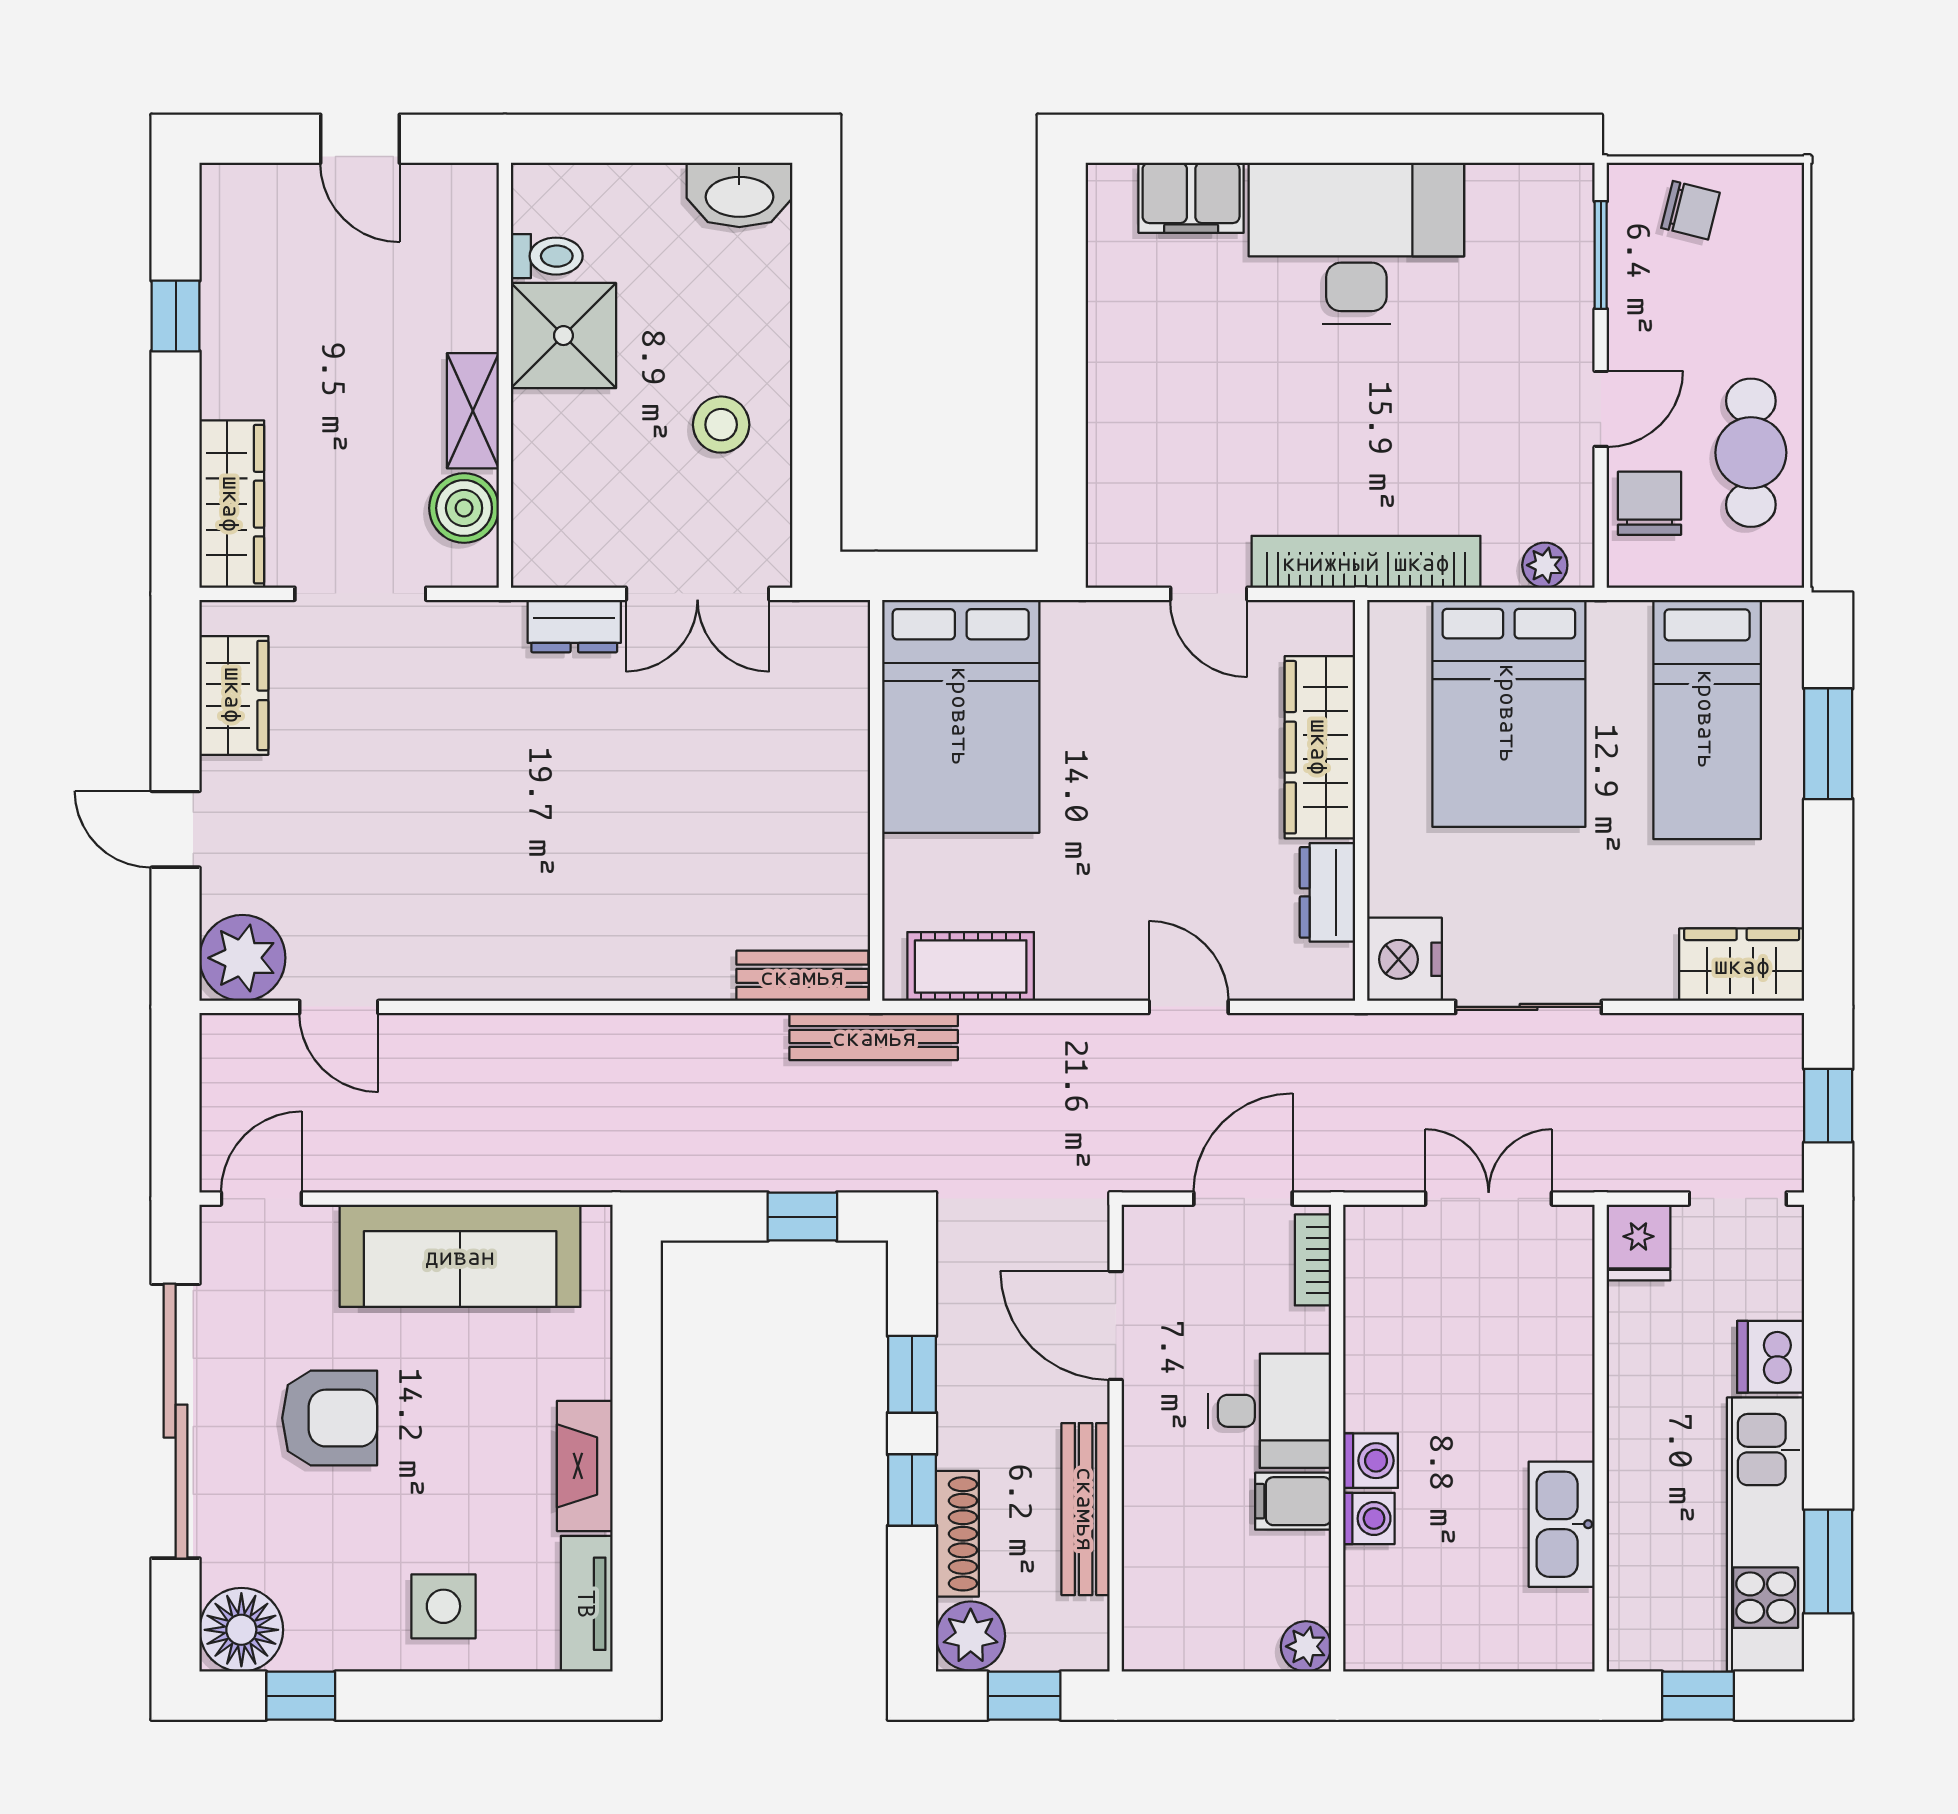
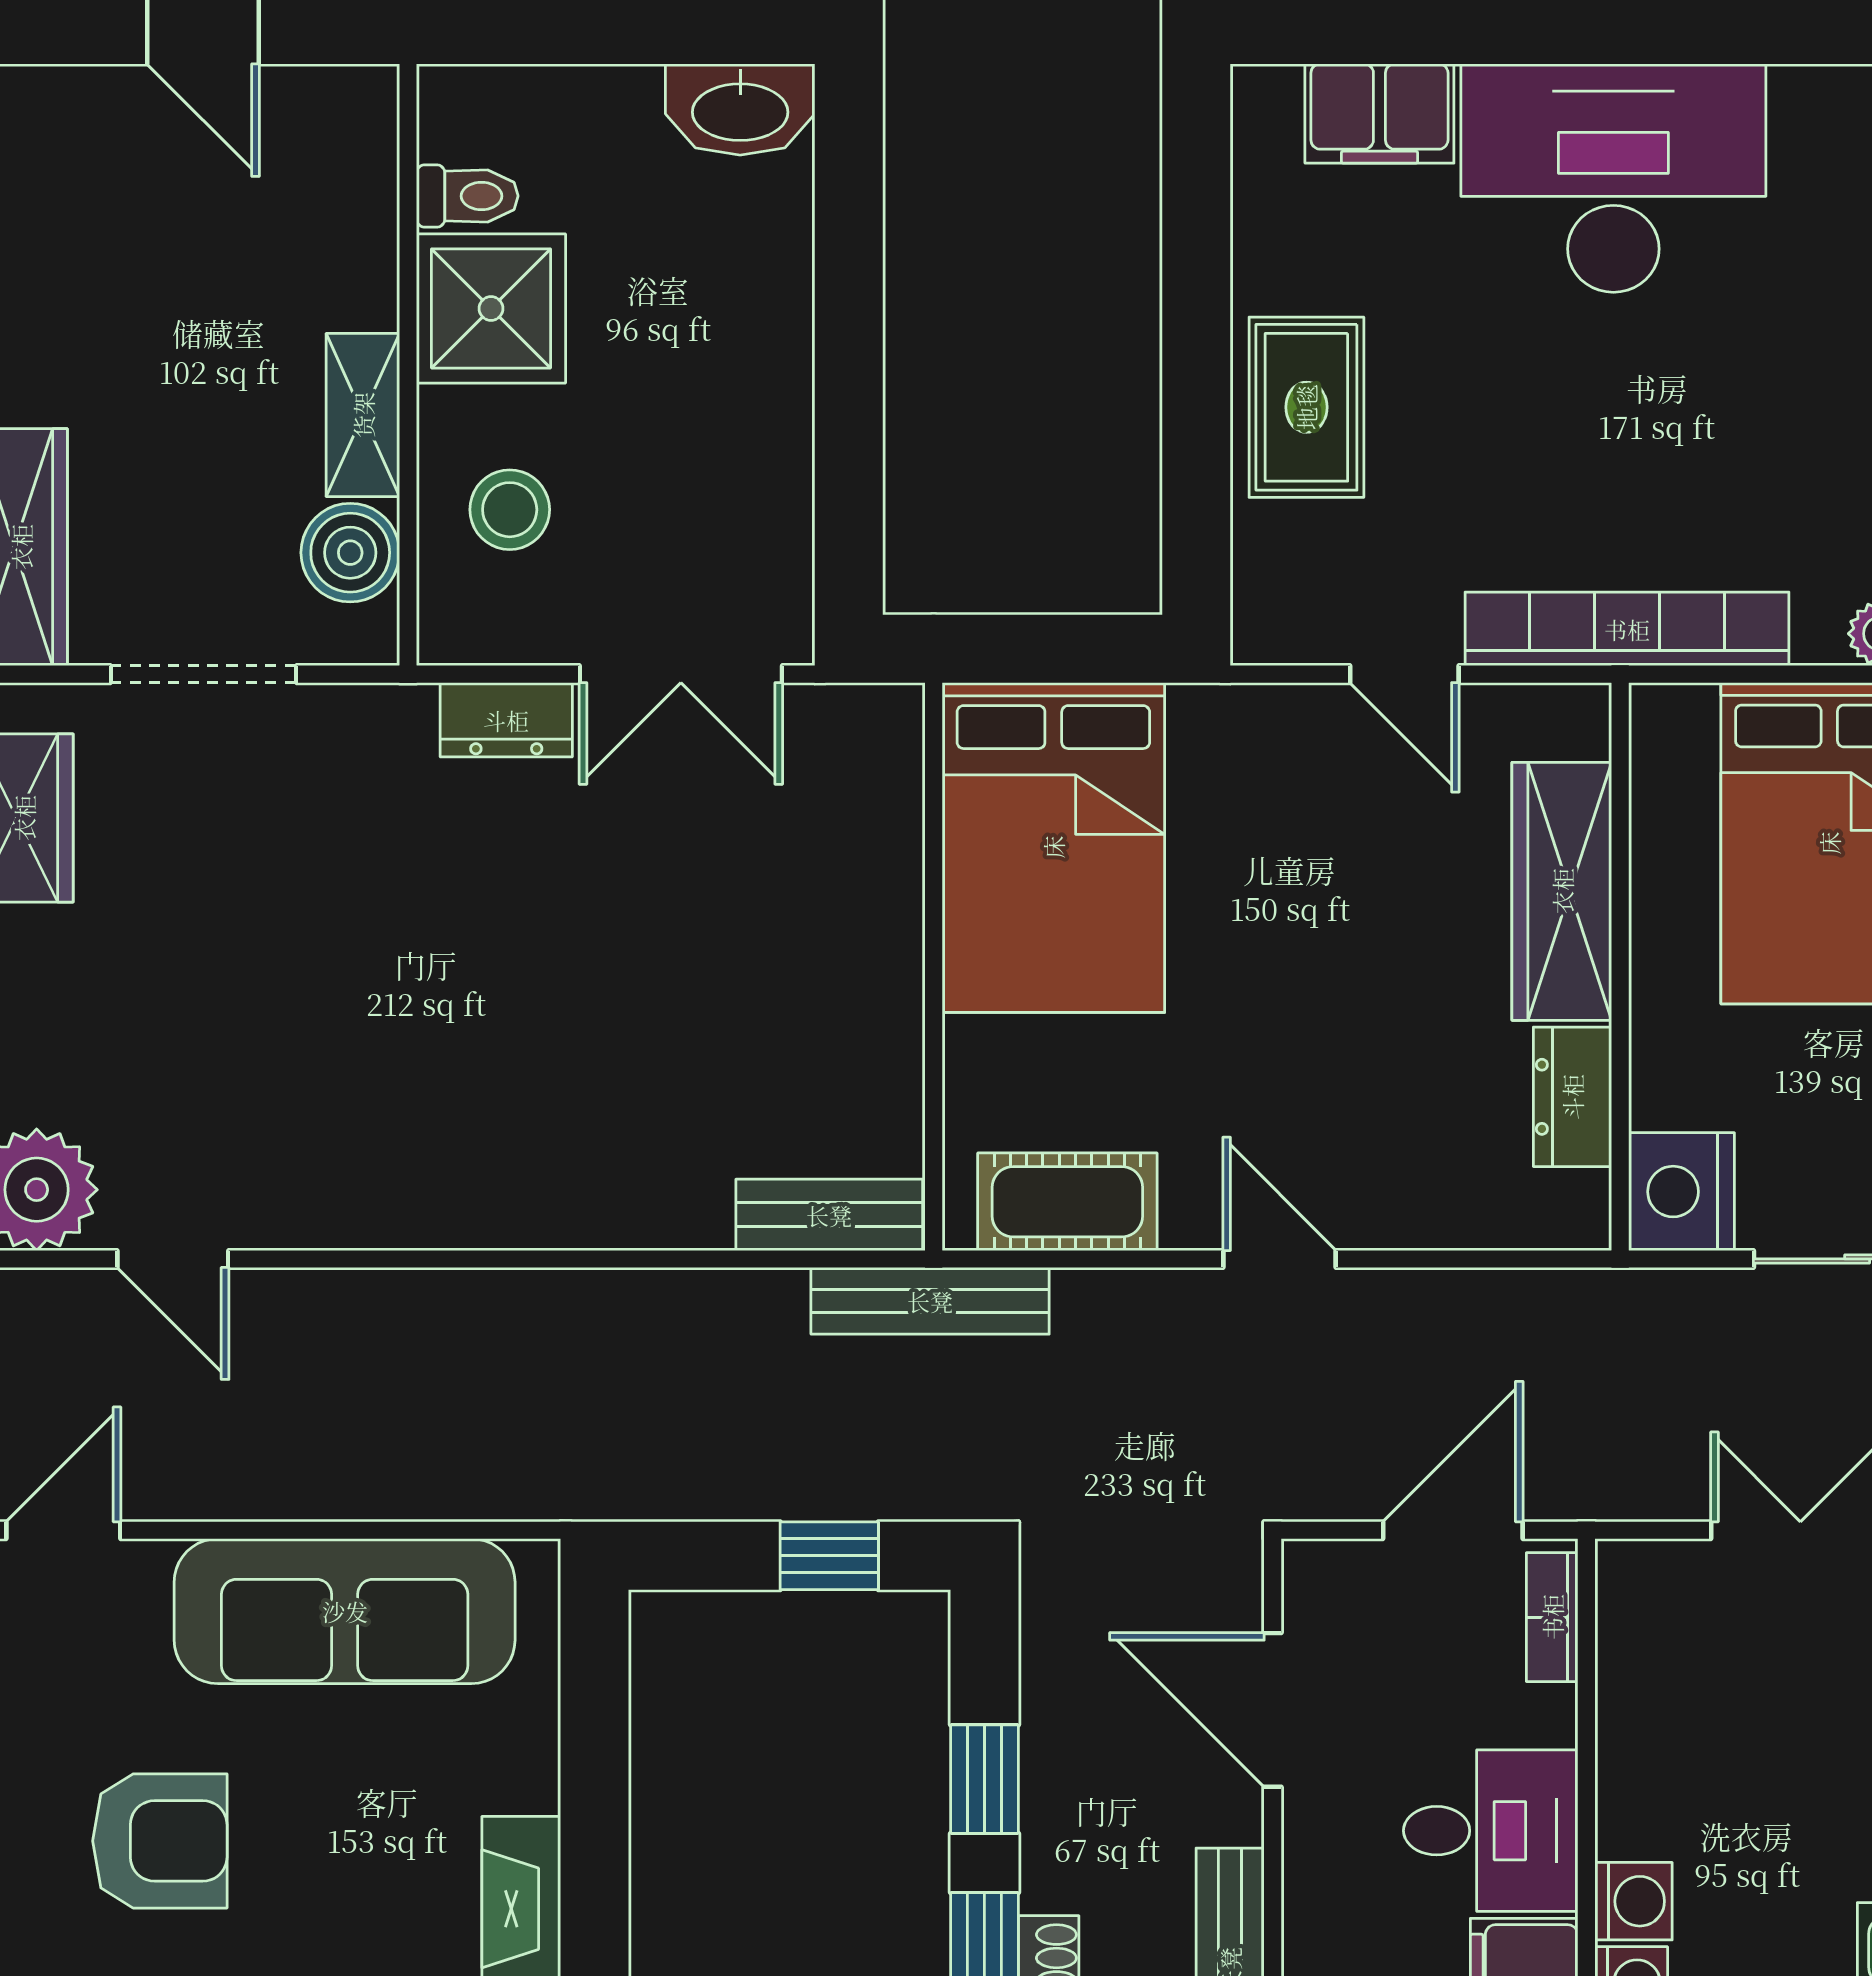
rug: (1140, 405) -> (1306, 407), added
stool: (721, 425) -> (510, 510), moved
door: (1189, 1007) -> (1280, 1259), moved

